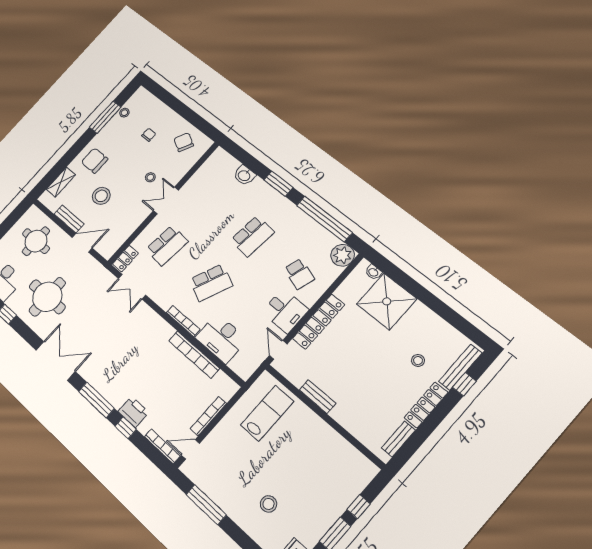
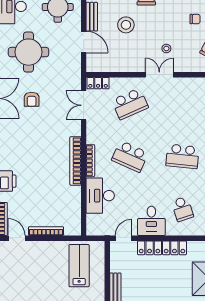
school desk: (167, 245) -> (130, 104), turned -30
school desk: (299, 274) -> (182, 209), turned -36
armchair: (86, 328) -> (32, 99), added
bookcase: (194, 355) -> (75, 161), moved
lab bench: (267, 413) -> (79, 266), turned -90

